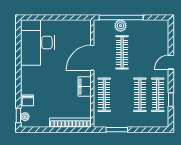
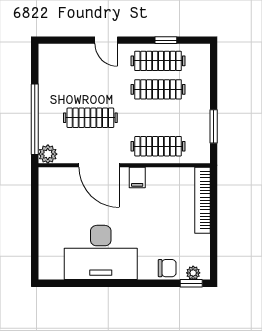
plant: (120, 26) -> (48, 154), moved
desk: (38, 43) -> (101, 252), moved
filing cabinet: (85, 87) -> (137, 178), width x0.50

